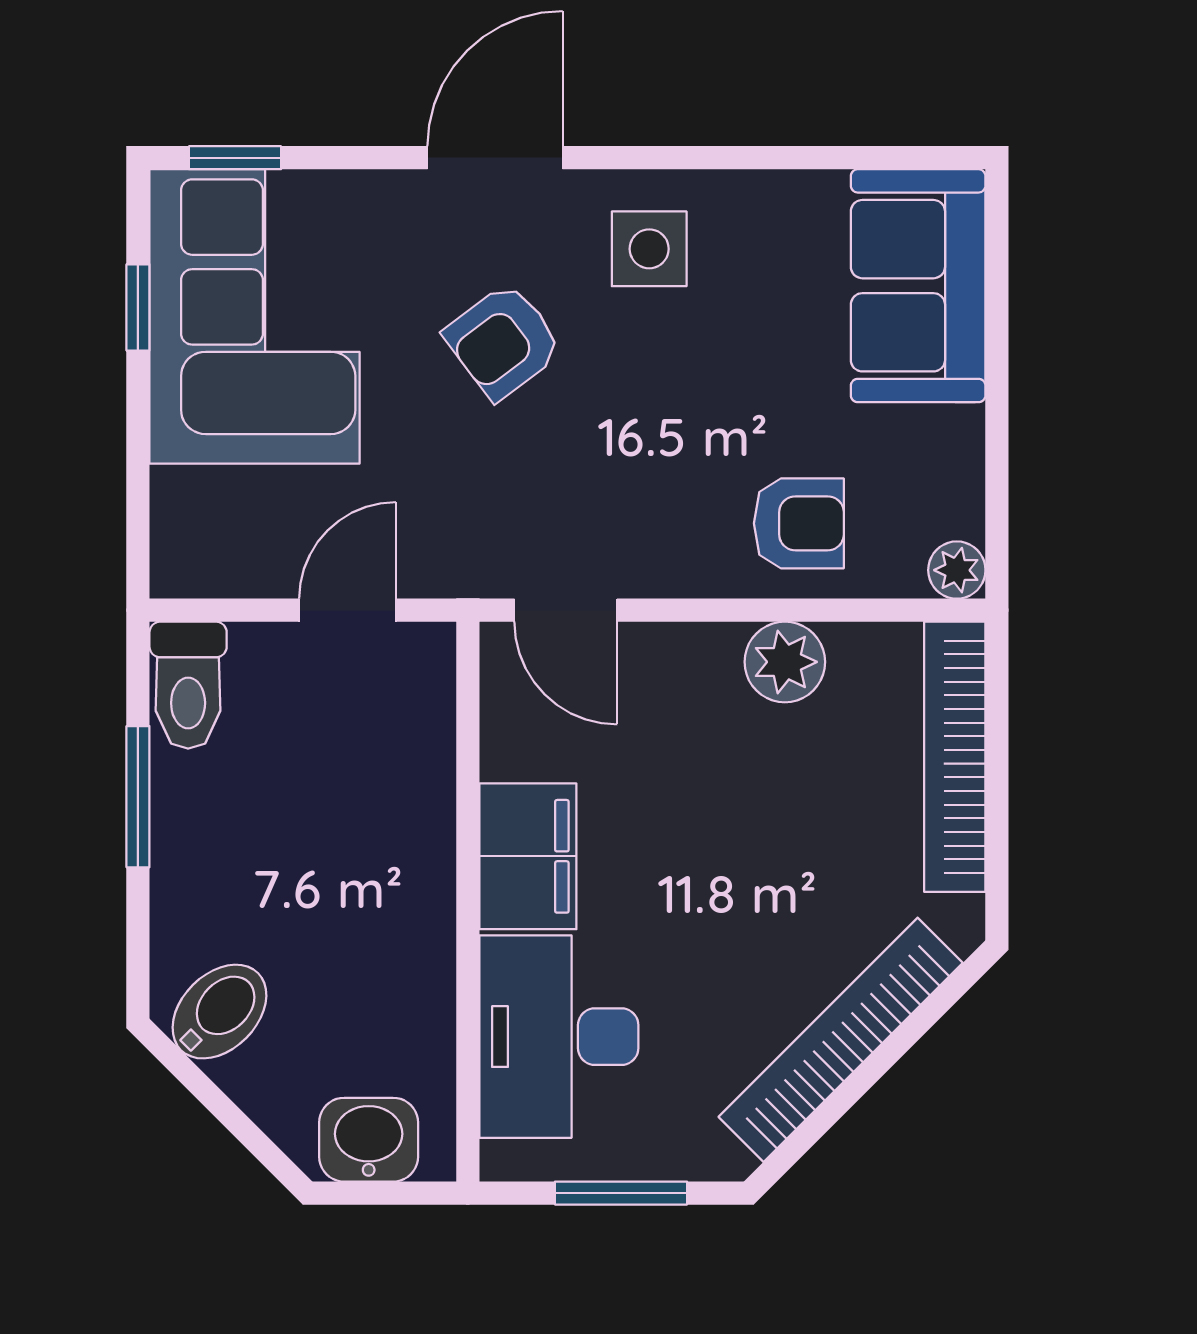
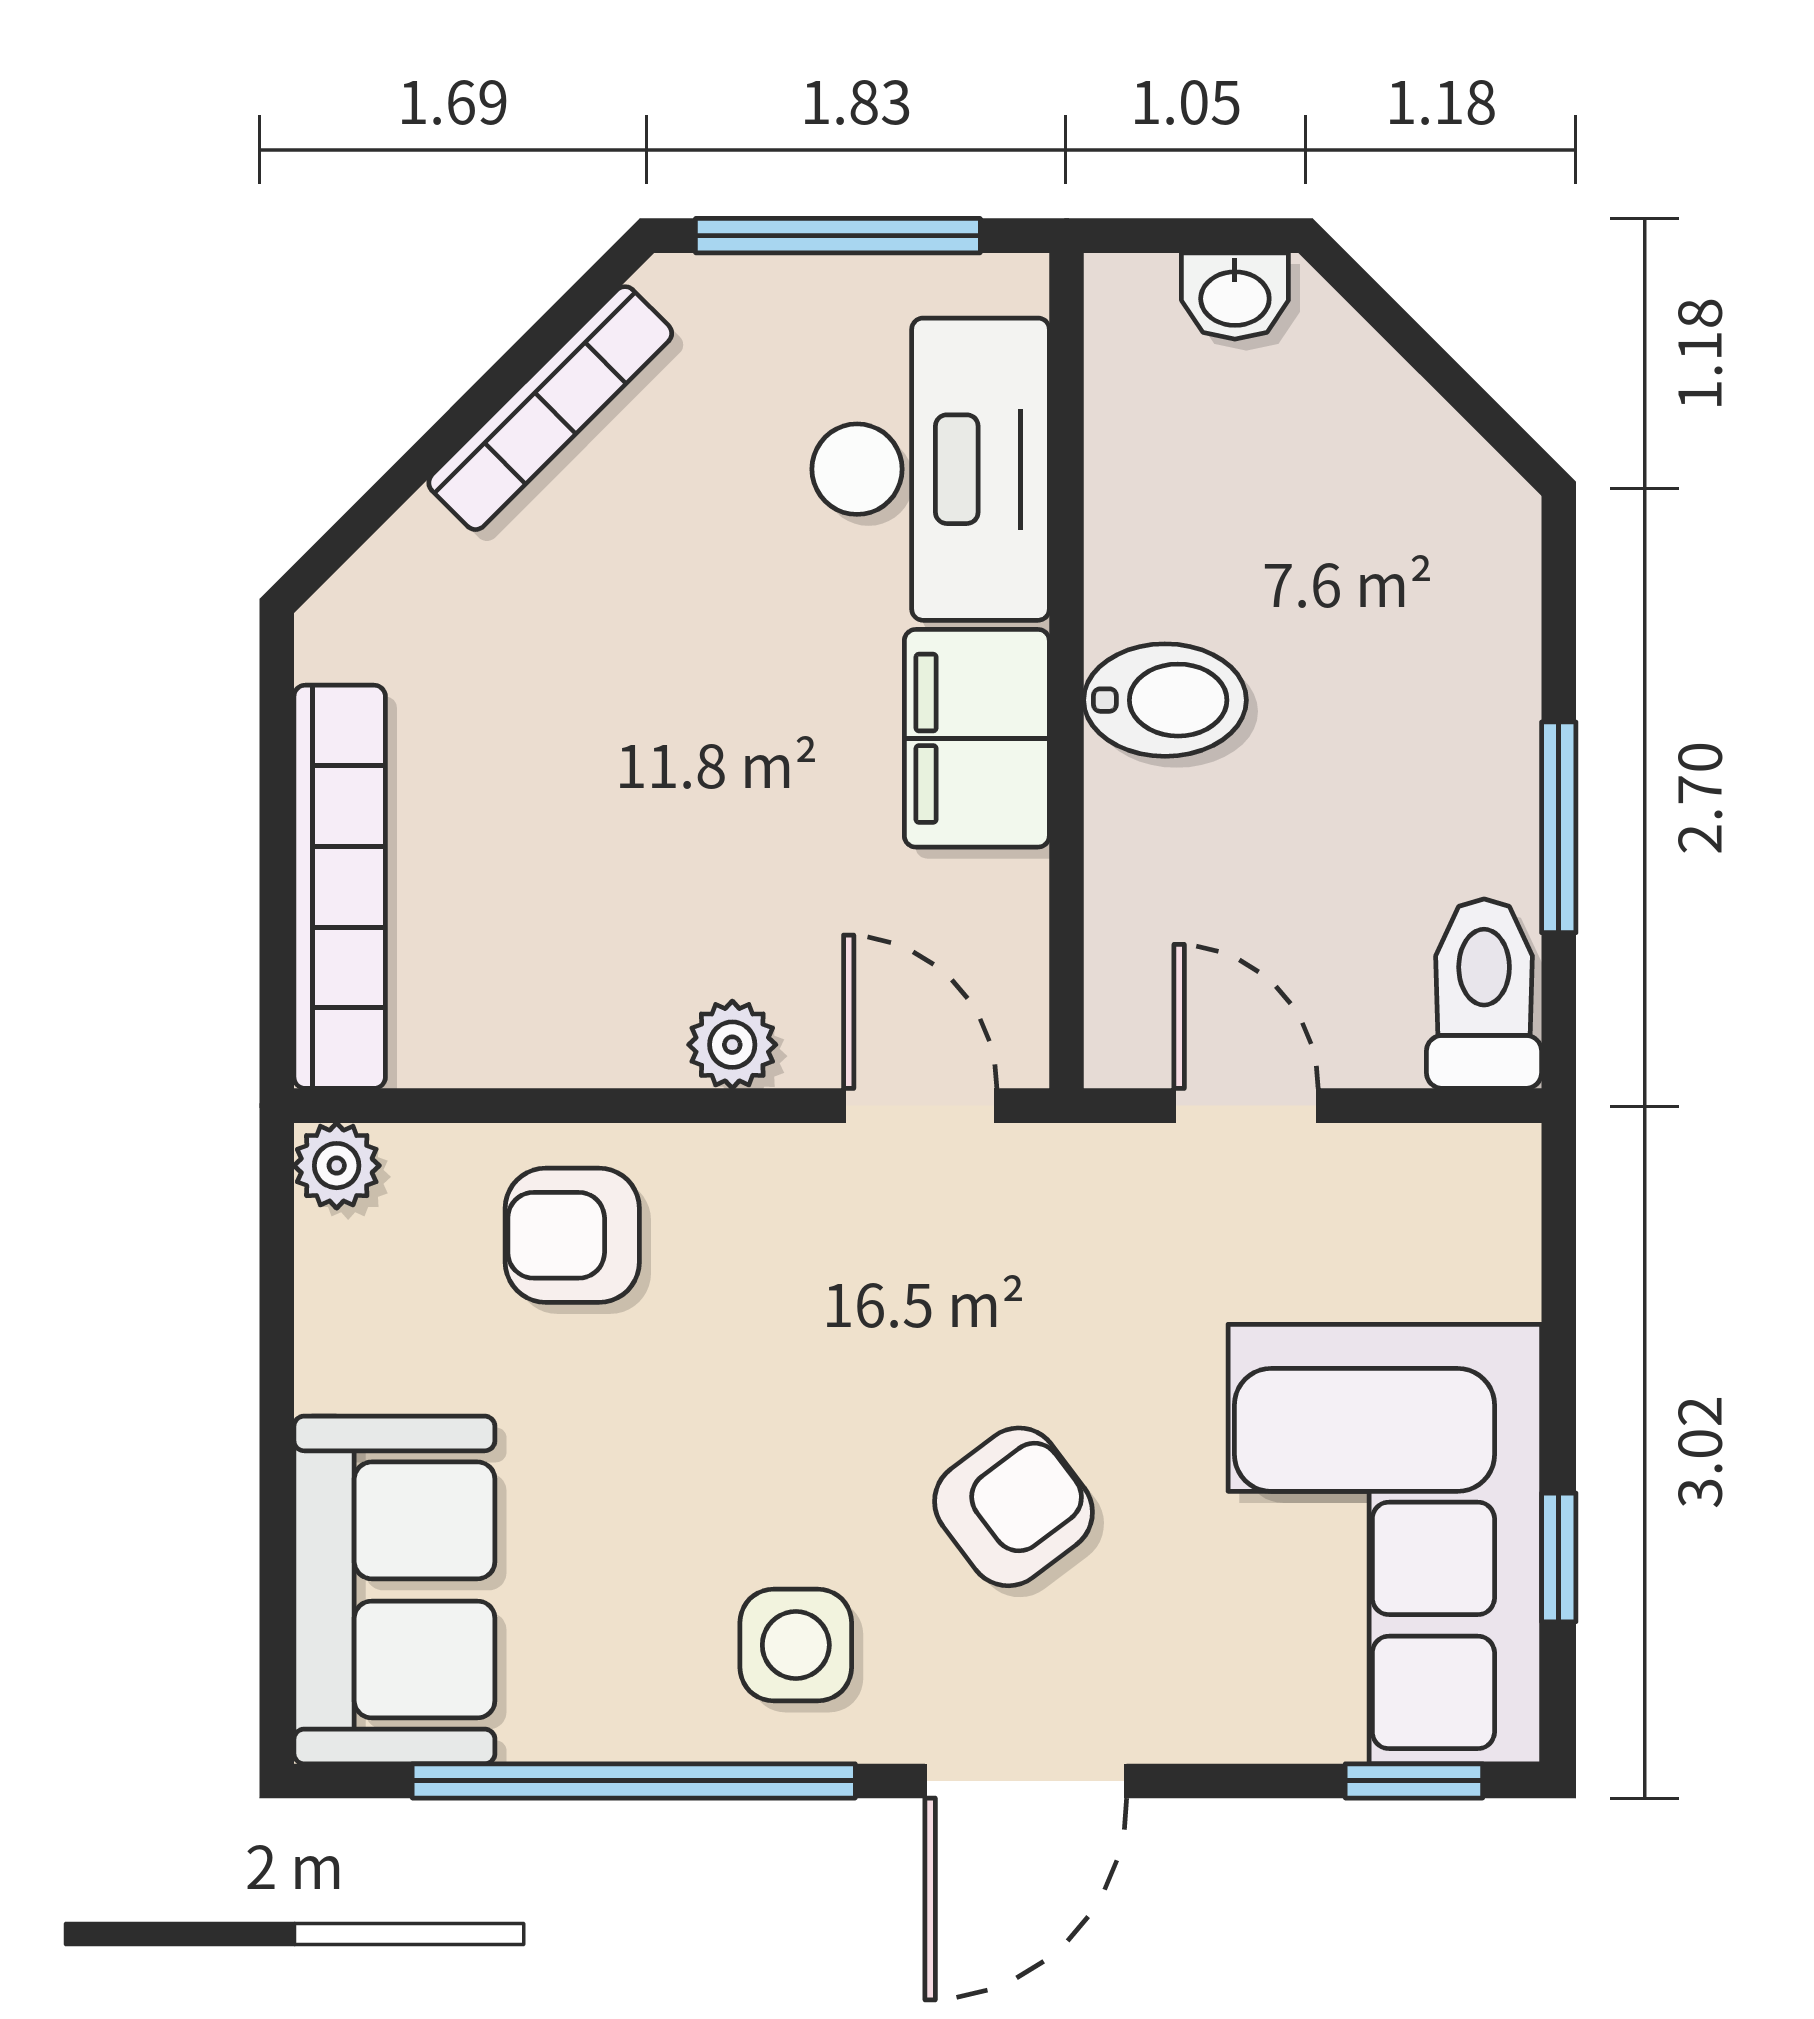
window: (758, 158) -> (634, 1781), added
door: (348, 610) -> (1246, 1106), swing flipped
plant: (785, 662) -> (732, 1045), moved, width x0.73, depth x0.73
bidet: (219, 1012) -> (1165, 700), moved, turned -135
bookcase: (841, 1040) -> (550, 408), width x0.68, depth x0.76
washbasin: (369, 1140) -> (1235, 296), width x0.72, depth x0.69
window: (621, 1193) -> (838, 236), width x1.44

